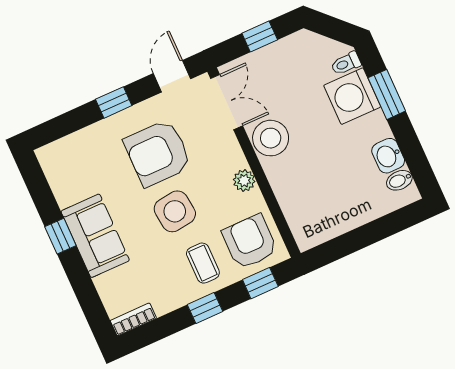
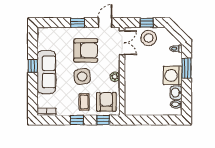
washing machine: (352, 96) -> (173, 75), moved
stool: (271, 138) -> (149, 38), moved
armchair: (158, 153) -> (86, 50), turned 180
sofa: (95, 236) -> (46, 72), width x1.36

